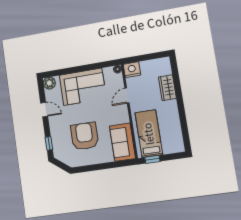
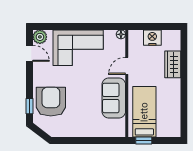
nightstand: (132, 70) -> (152, 38), moved
door: (44, 110) -> (29, 53), moved
armchair: (85, 136) -> (51, 102), moved
sofa: (122, 142) -> (114, 98), moved

